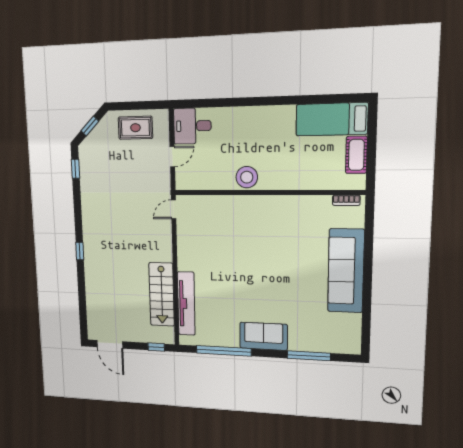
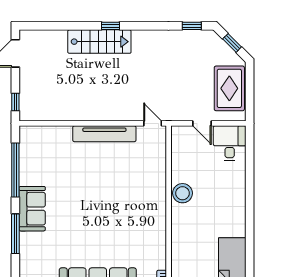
rug: (135, 128) -> (229, 88), width x1.36, depth x1.43
stairs: (162, 294) -> (99, 42), moved, turned 180
tv unit: (186, 304) -> (104, 134), moved
window: (309, 356) -> (15, 234), moved

